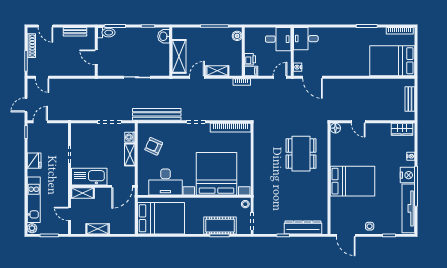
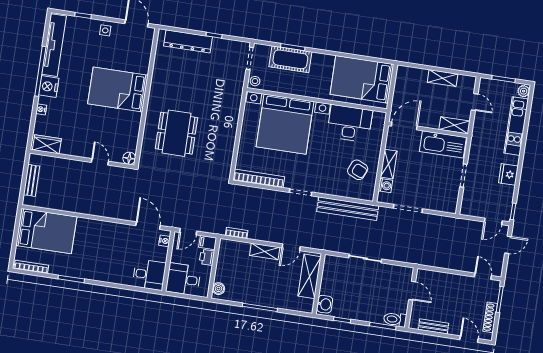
boiler: (237, 36) -> (218, 289), moved
wall: (243, 52) -> (214, 268), moved
printer: (250, 59) -> (207, 257), moved
filing cabinet: (251, 71) -> (208, 243), moved

